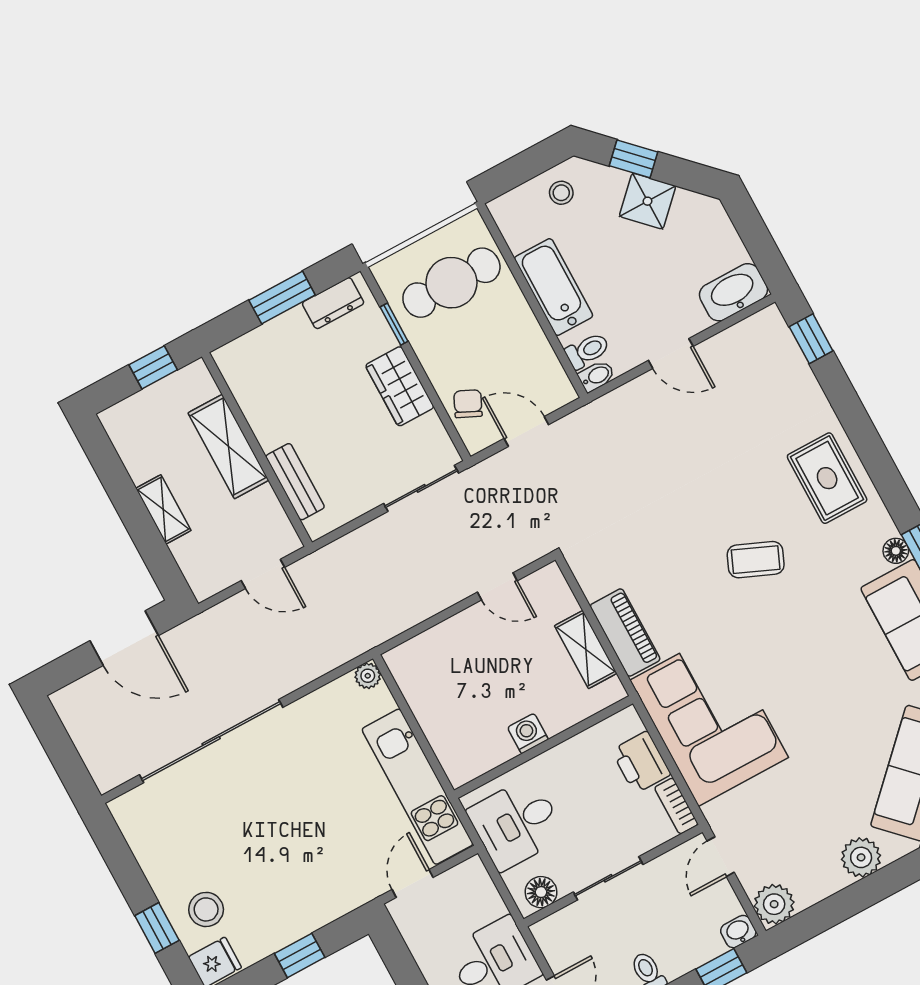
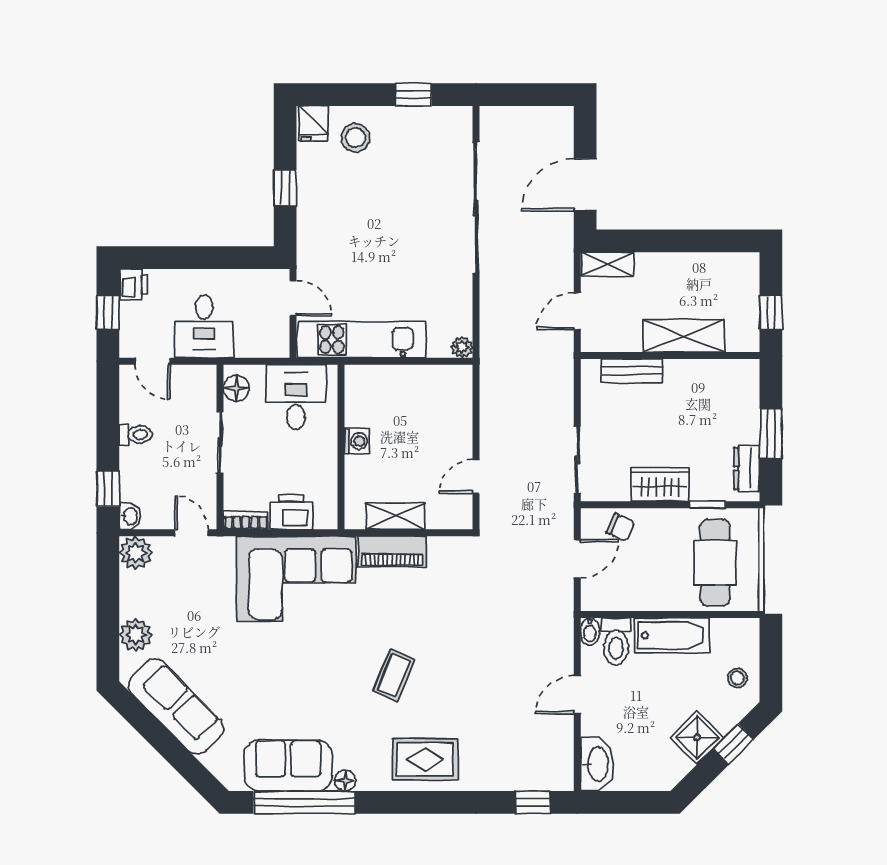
toilet: (587, 351) -> (616, 642), width x1.37, depth x1.39
shelving: (163, 509) -> (607, 264), moved
window: (157, 928) -> (414, 95), moved

